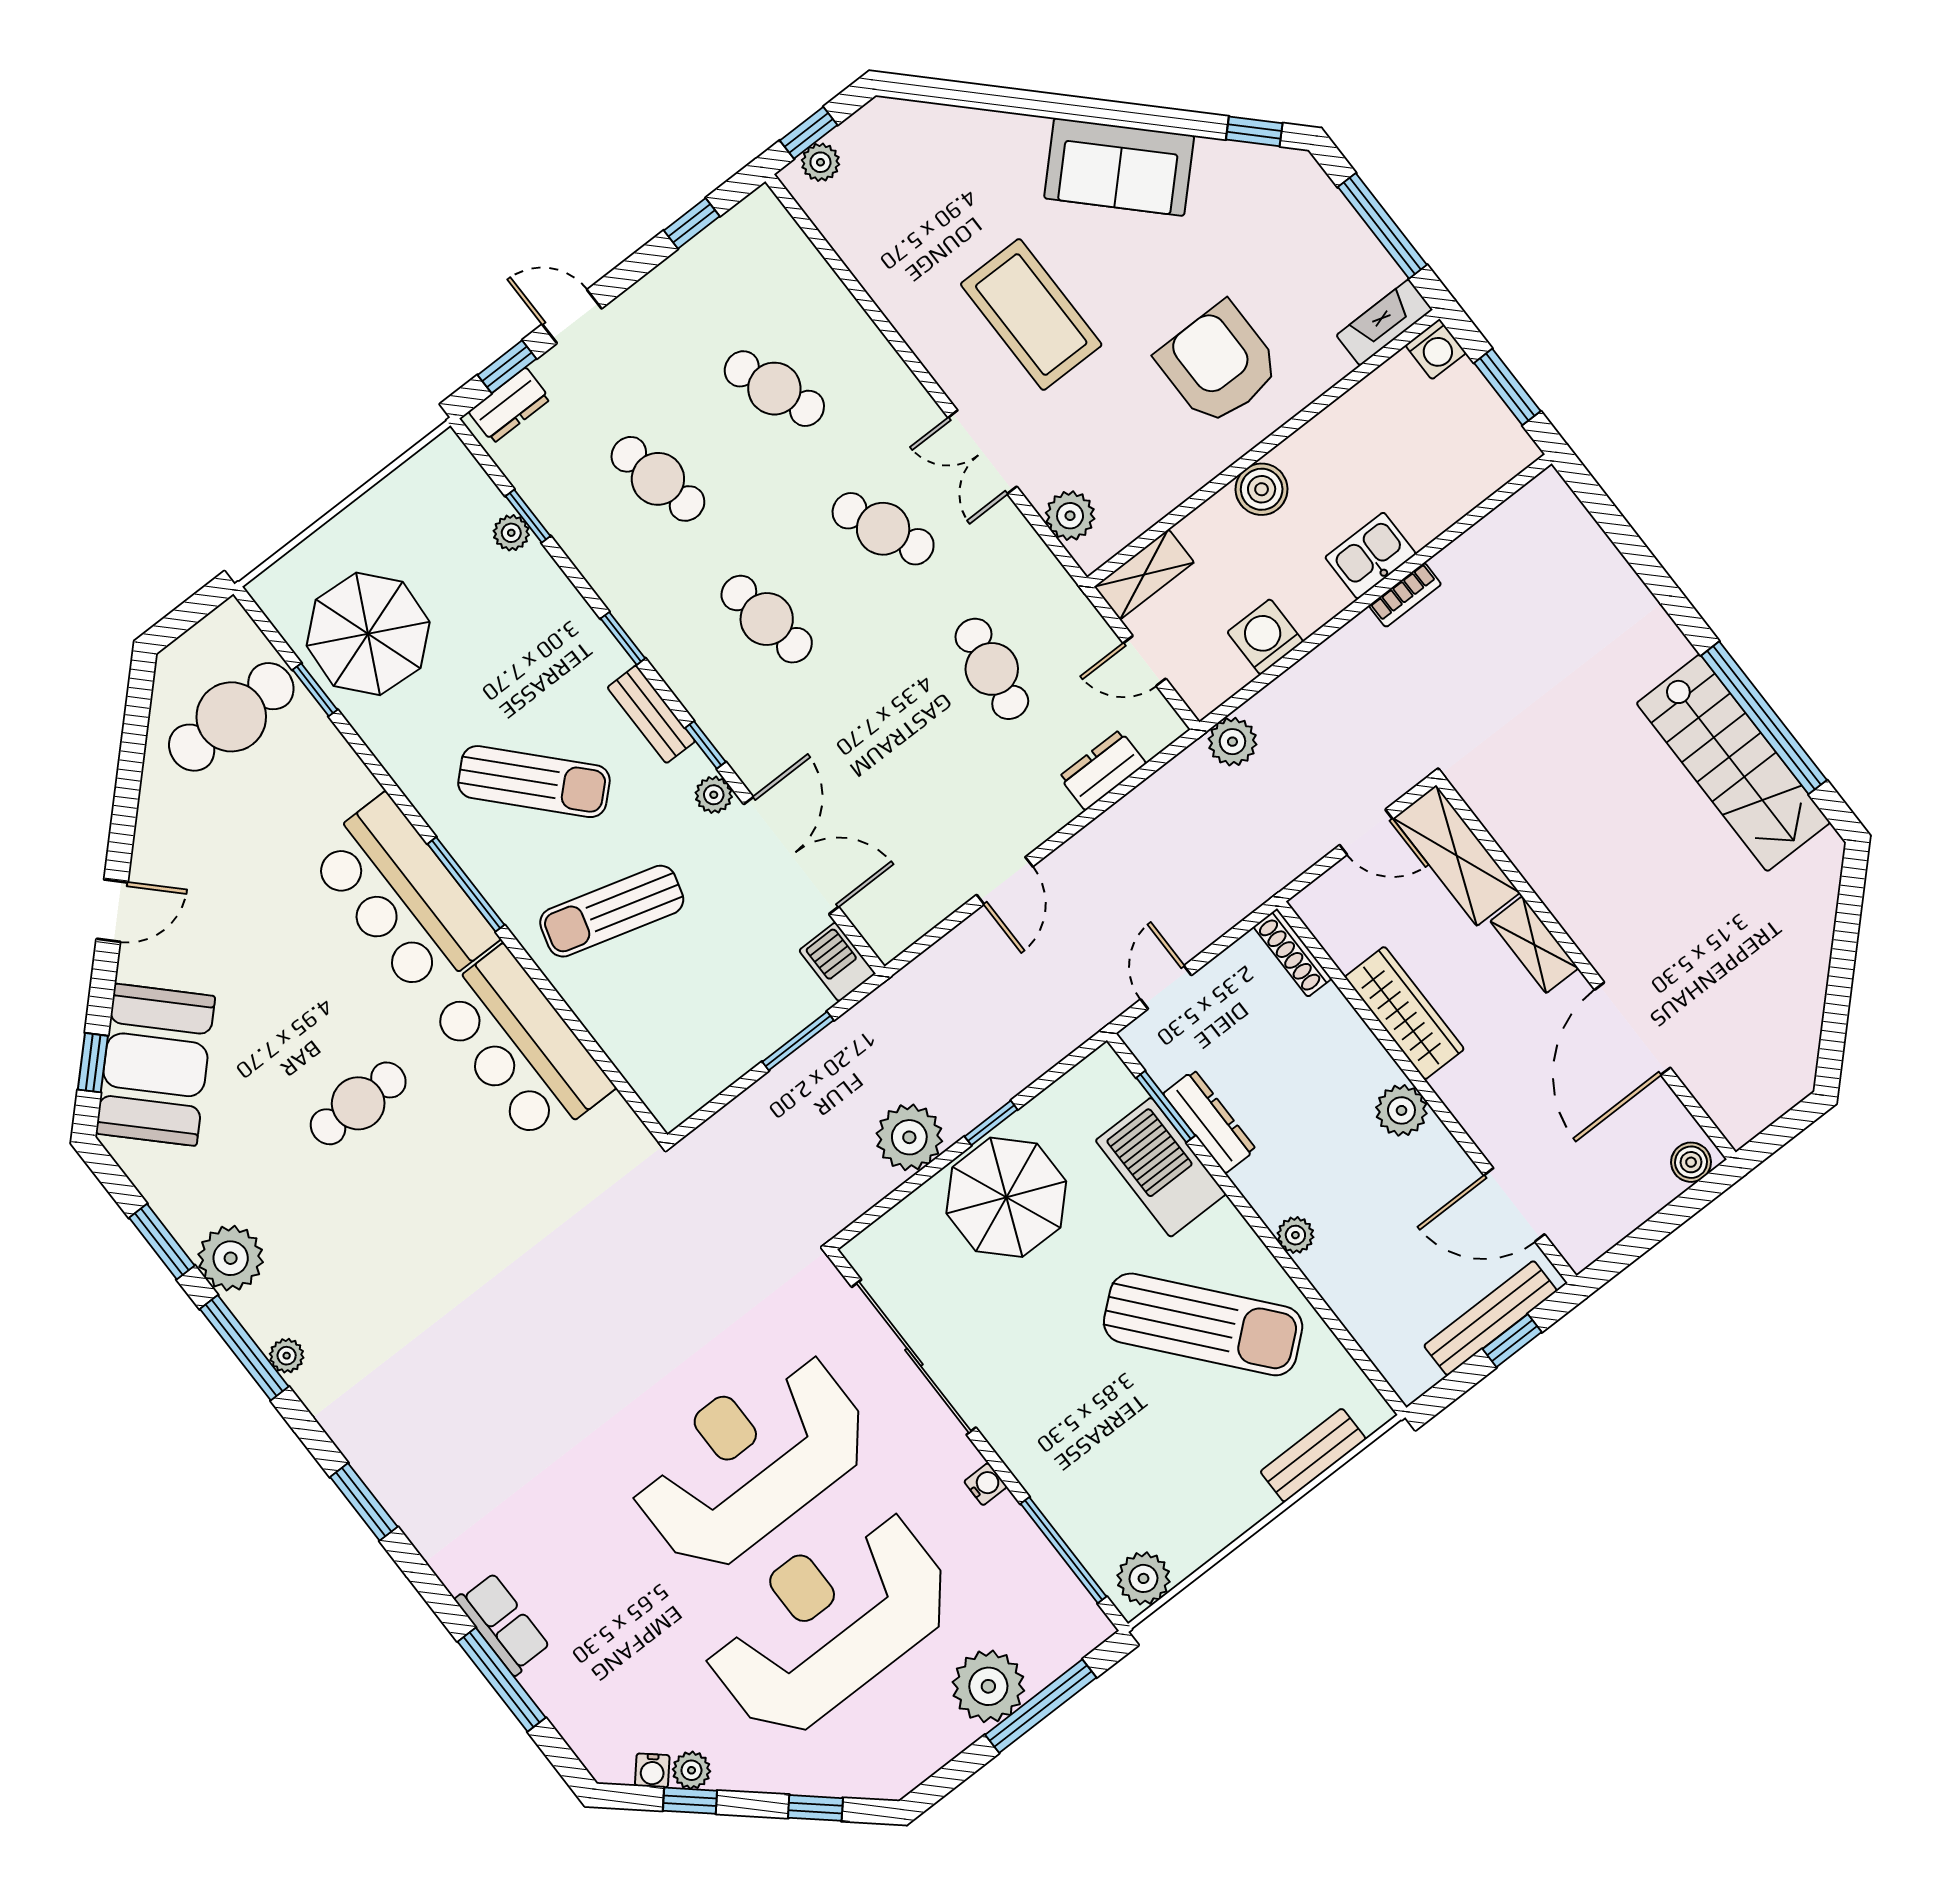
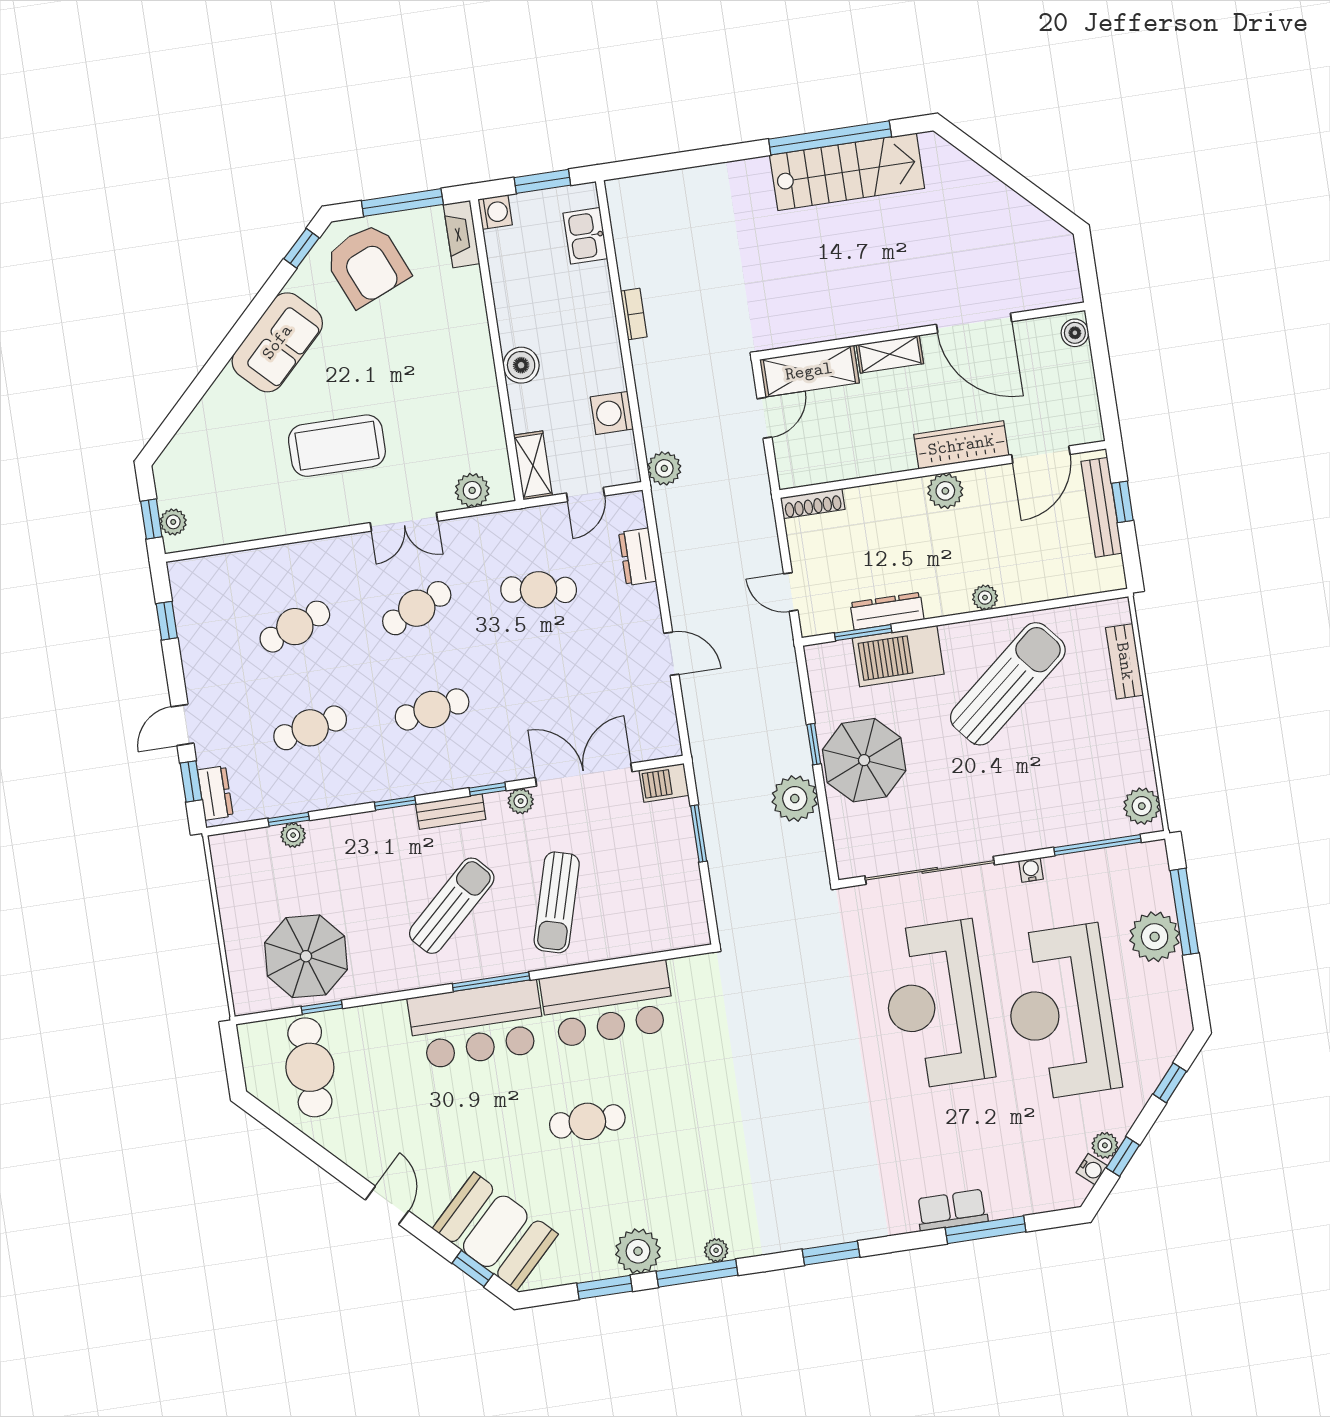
armchair: (1219, 364) -> (367, 265), moved, turned -113
kitchen sink: (1371, 556) -> (585, 236), moved
wardrobe: (1404, 1013) -> (961, 445), moved
cafe table: (358, 1103) -> (587, 1121), turned 90

